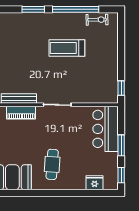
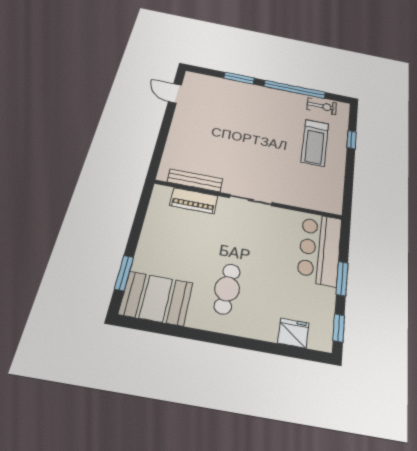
treadmill: (67, 48) -> (315, 143), moved, turned -90
window: (121, 88) -> (352, 140), moved

